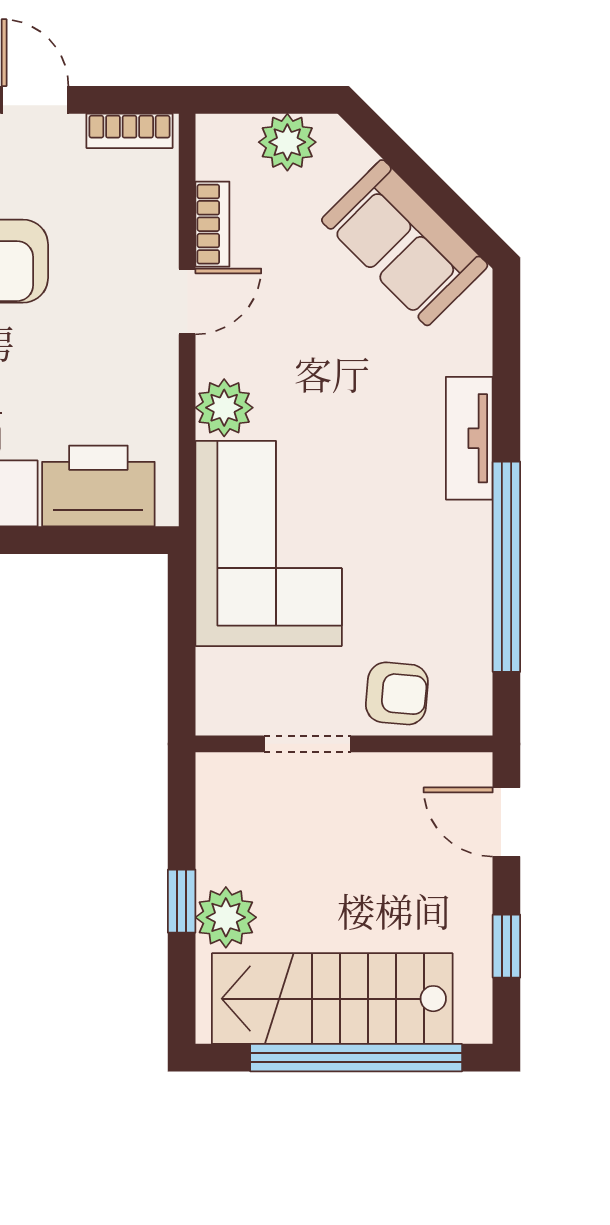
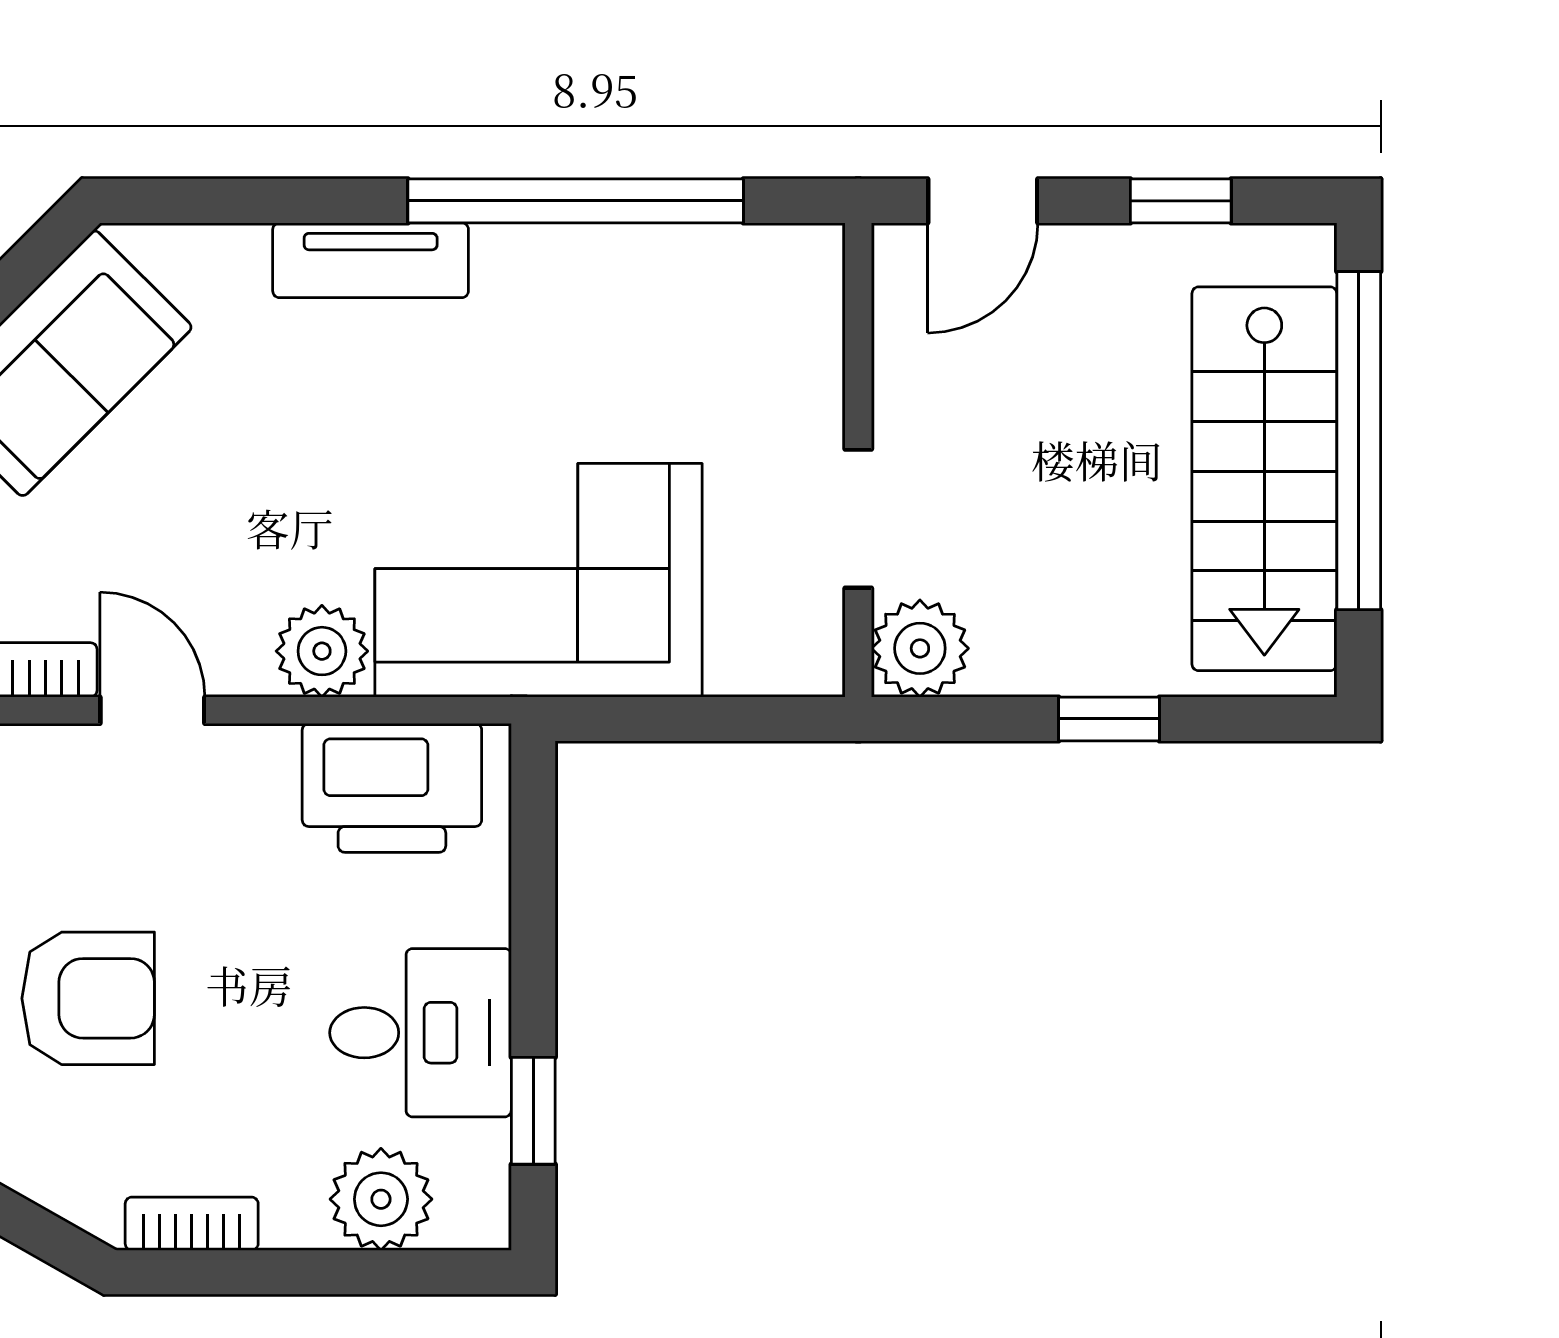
printer: (98, 486) -> (392, 788), moved, turned -90
armchair: (397, 693) -> (778, 376), removed
plant: (226, 917) -> (920, 648), moved

